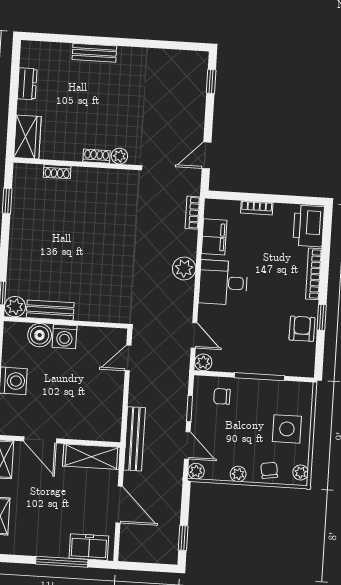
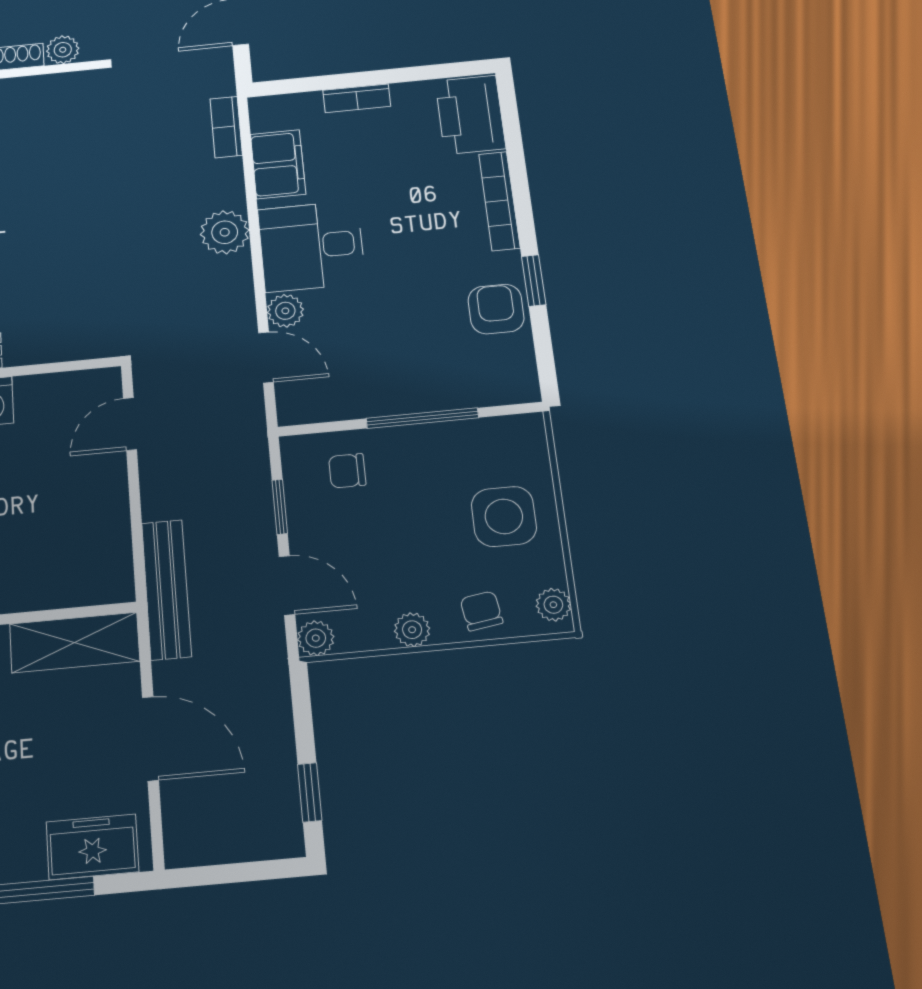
plant: (203, 362) -> (285, 311), moved

